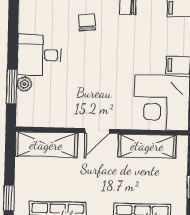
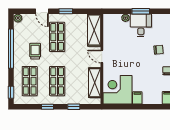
window: (12, 86) -> (141, 11), moved

